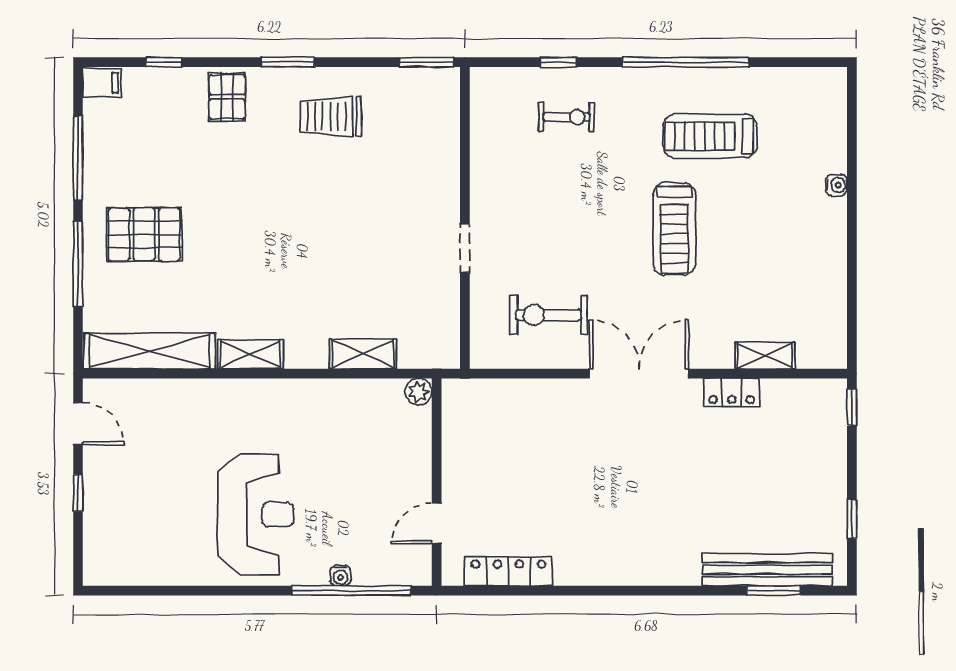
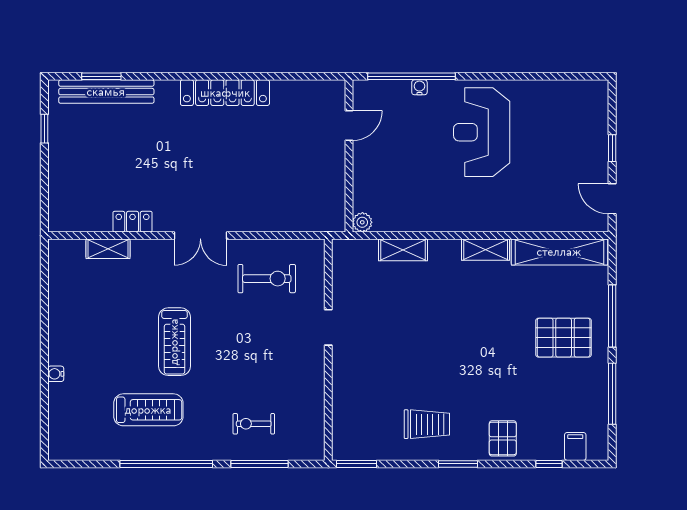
window: (559, 62) -> (259, 464), width x2.17
filing cabinet: (102, 83) -> (575, 446), moved, turned 90
treadmill: (674, 229) -> (174, 342), turned 180
double door: (639, 374) -> (200, 236), width x0.73
window: (852, 407) -> (44, 211), removed
locker: (508, 571) -> (225, 93), moved, width x1.41, depth x1.21

